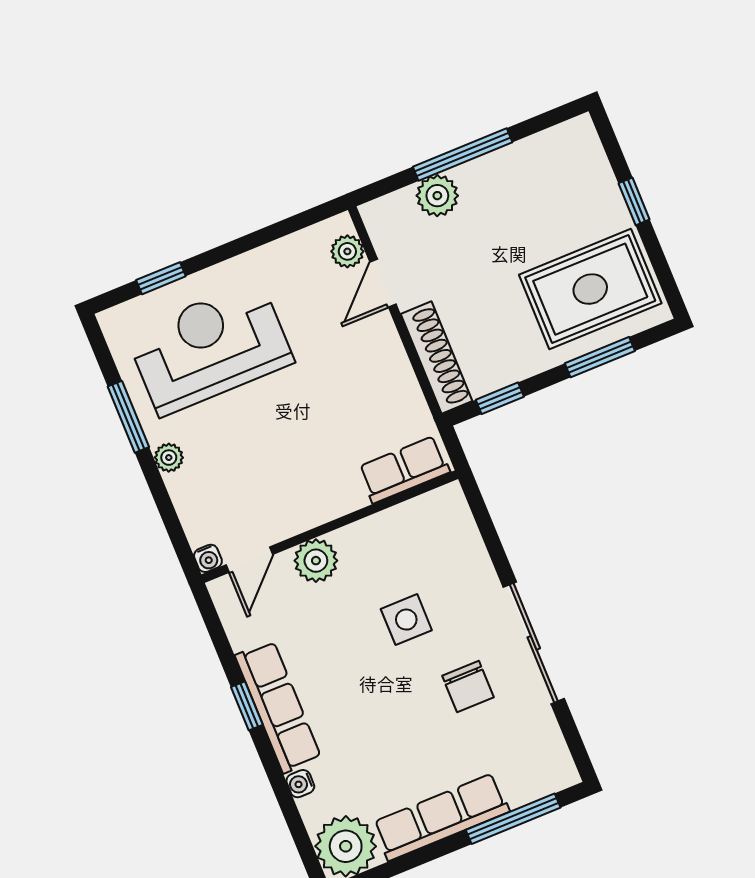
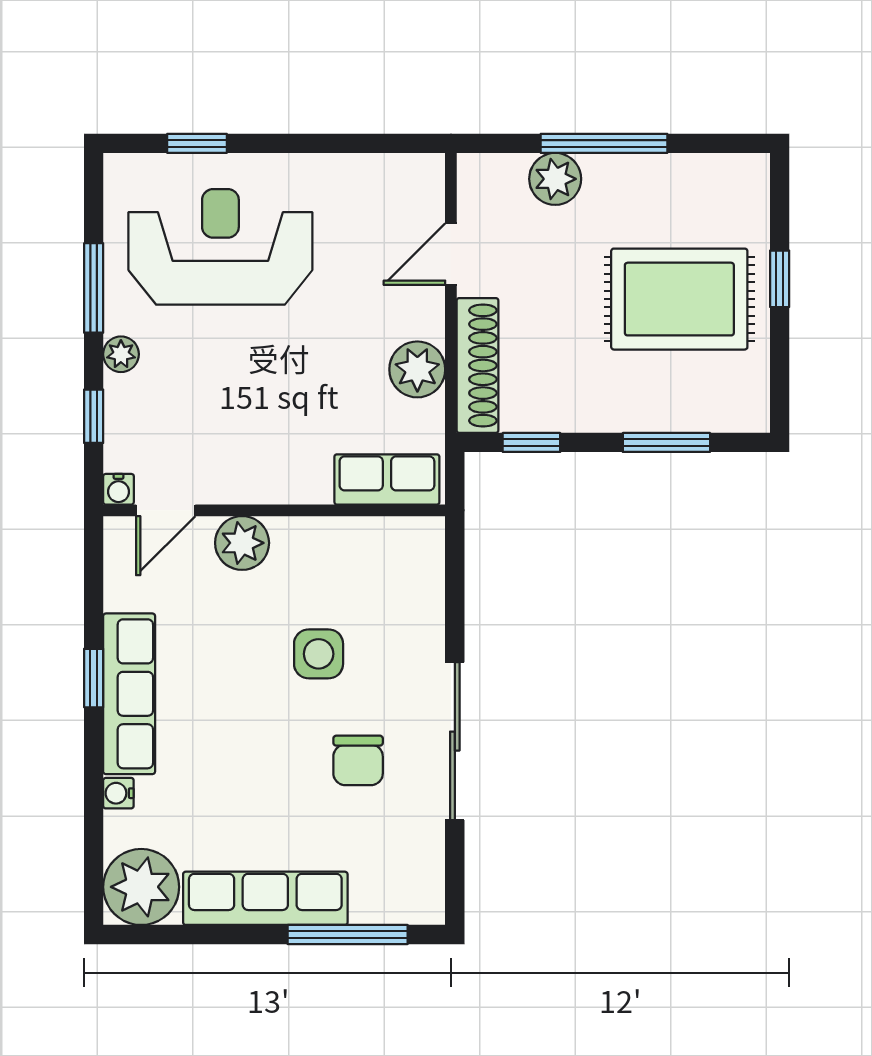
plant: (347, 251) -> (417, 369), moved, width x1.38, depth x1.38
rug: (590, 289) -> (679, 299), moved
window: (167, 512) -> (94, 416), added

